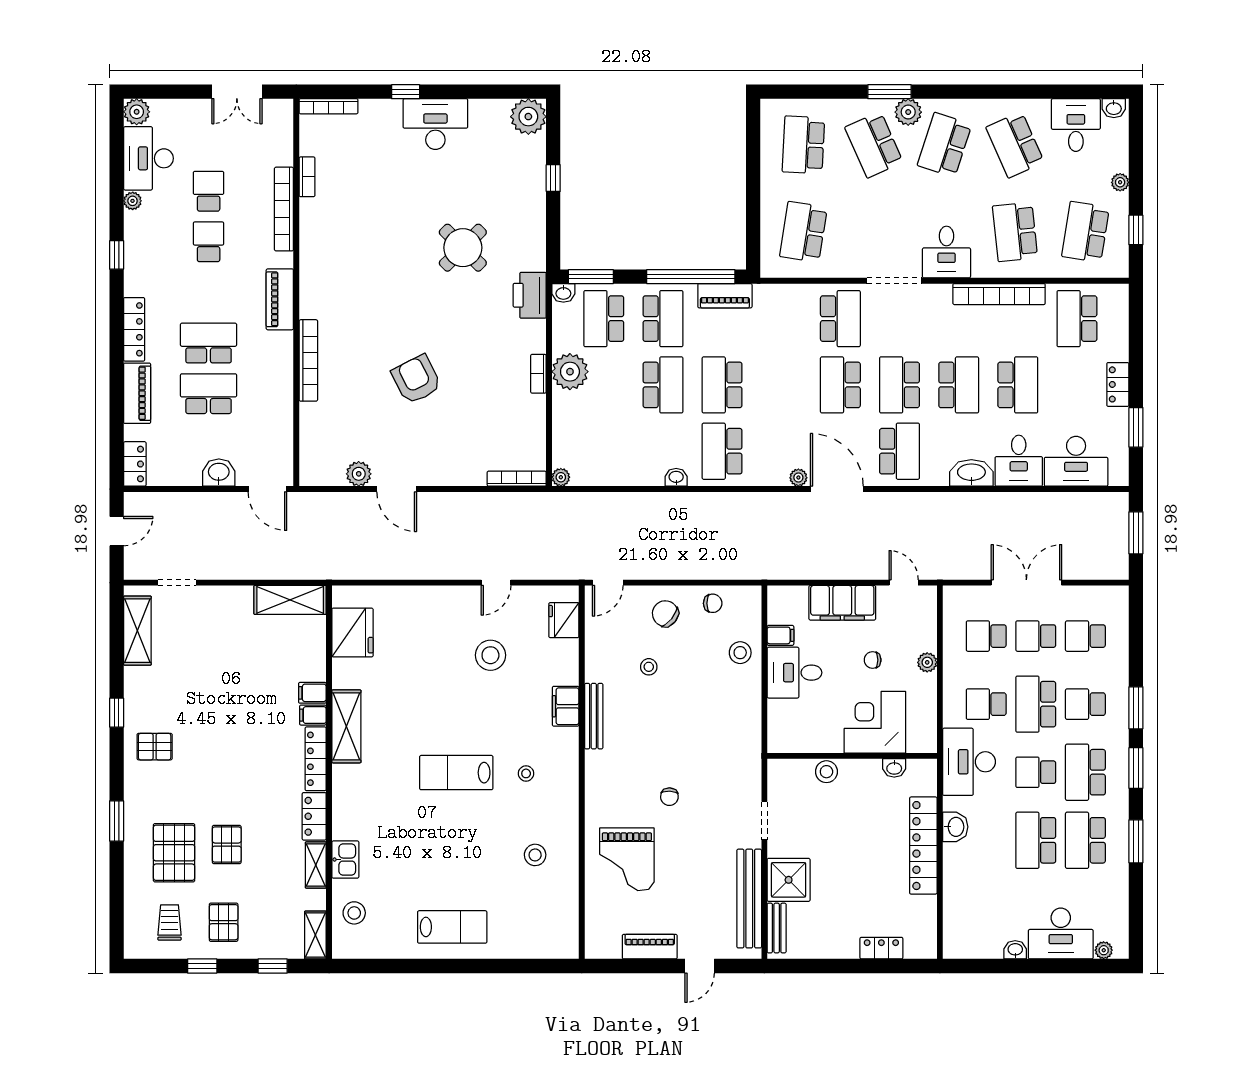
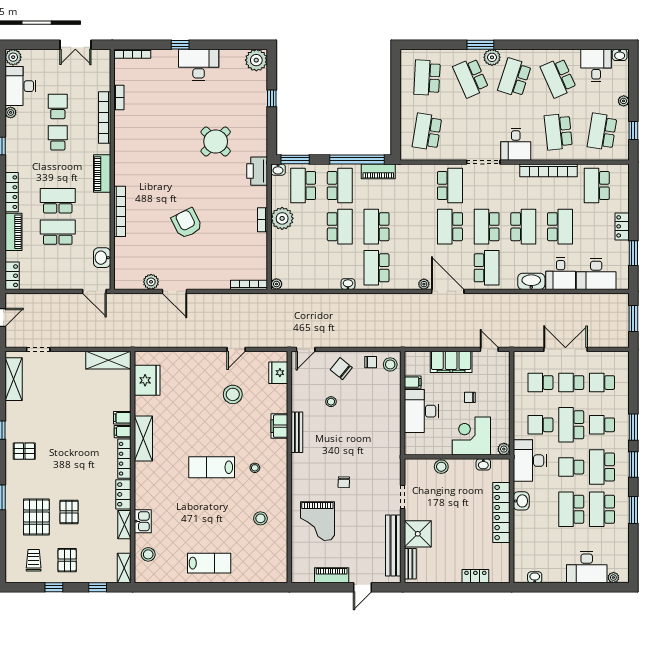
washbasin: (219, 473) -> (102, 258), moved, turned -90
stool: (740, 653) -> (390, 364), moved
plant: (927, 662) -> (504, 449), moved
desk: (794, 673) -> (421, 411), width x1.37
washbasin: (1015, 950) -> (535, 577), moved

